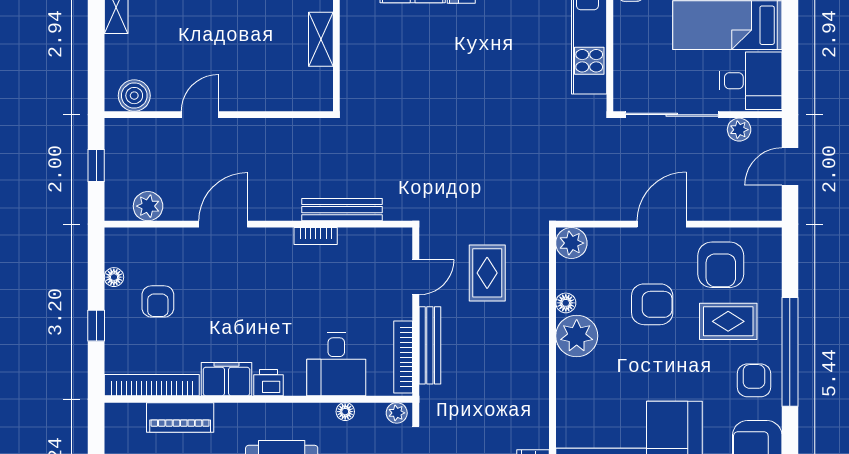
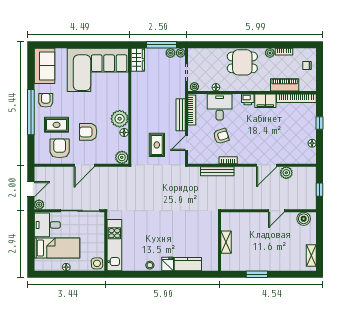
plant: (739, 130) -> (39, 205), moved
plant: (148, 206) -> (286, 173), moved
armchair: (158, 301) -> (221, 136), moved, turned 73
armchair: (754, 380) -> (46, 100), turned 180

